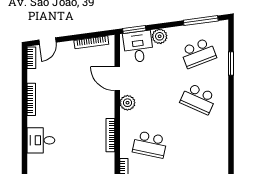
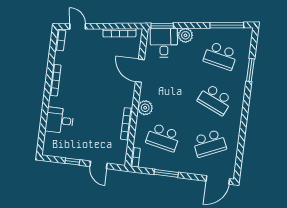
door: (47, 41) -> (78, 26), swing flipped
school desk: (198, 53) -> (220, 56), turned 33
plant: (127, 103) -> (145, 108), moved
school desk: (198, 144) -> (209, 143), added

